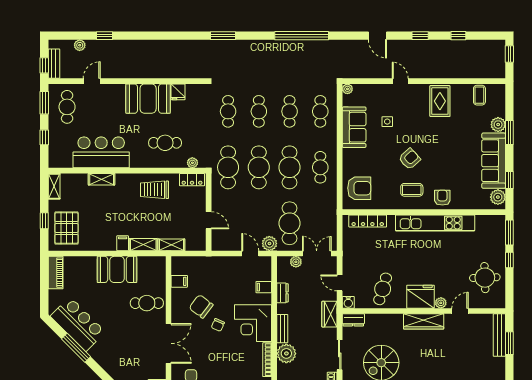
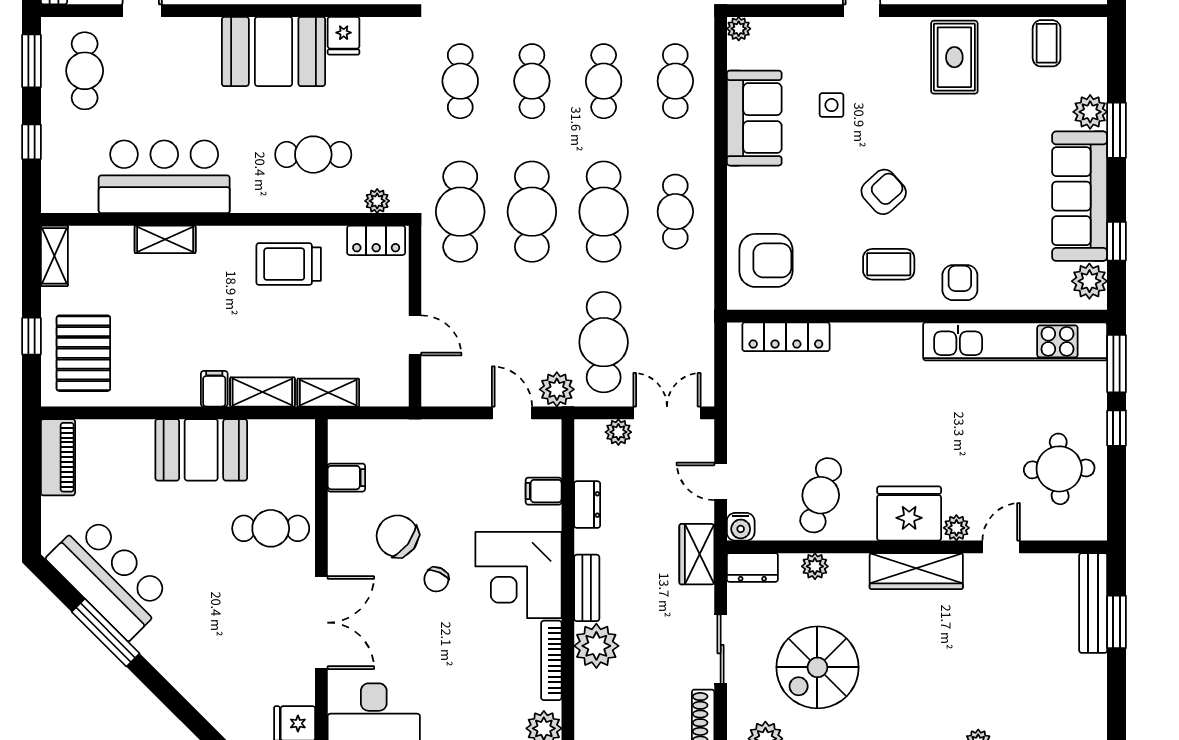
kitchen unit: (435, 223) -> (1015, 341), moved
plant: (380, 319) -> (815, 566), added

